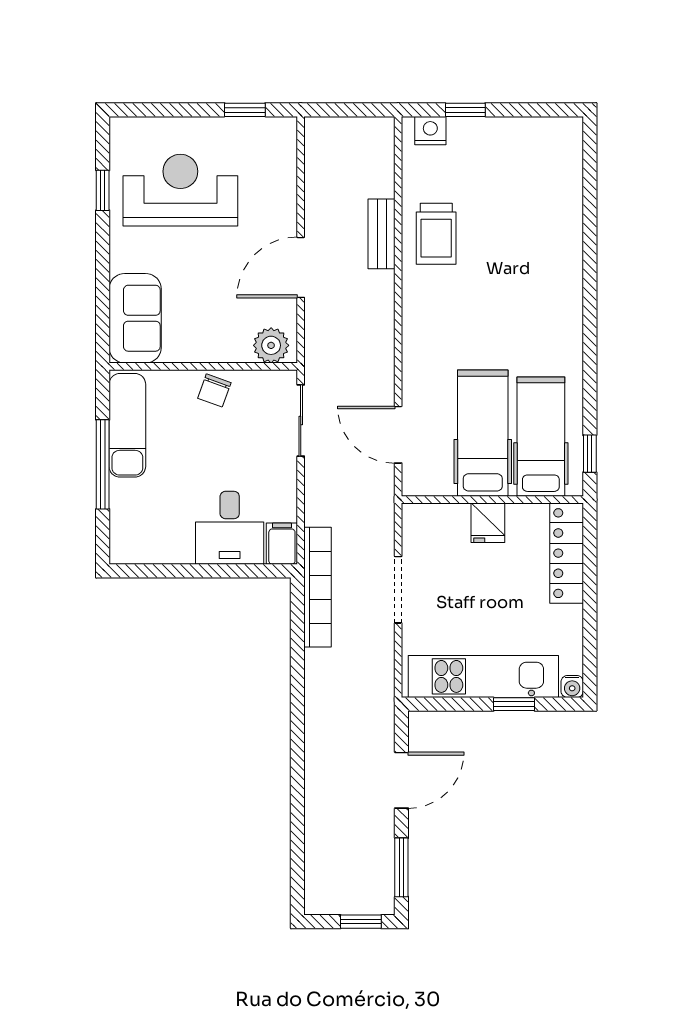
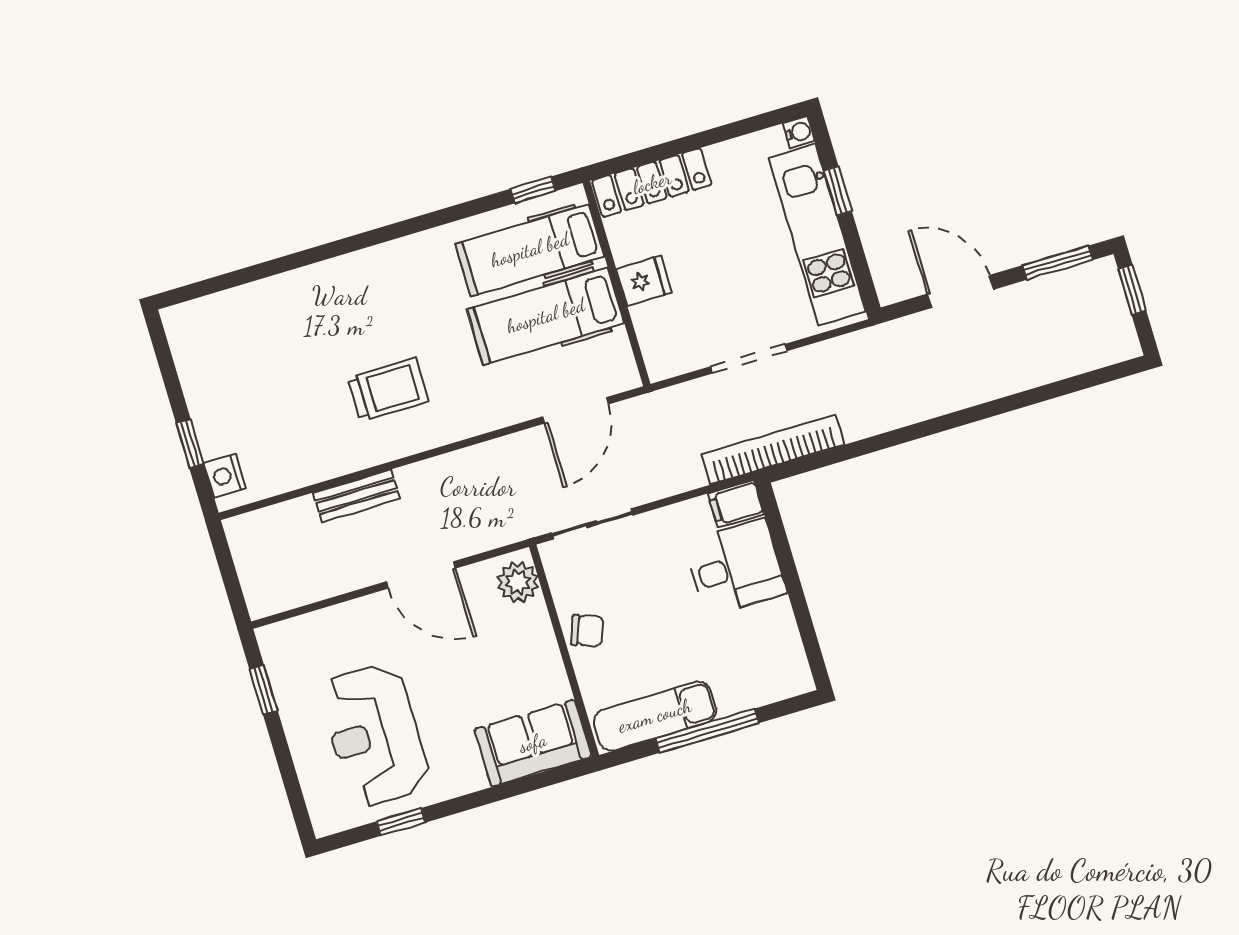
trolley: (436, 234) -> (388, 390), moved

